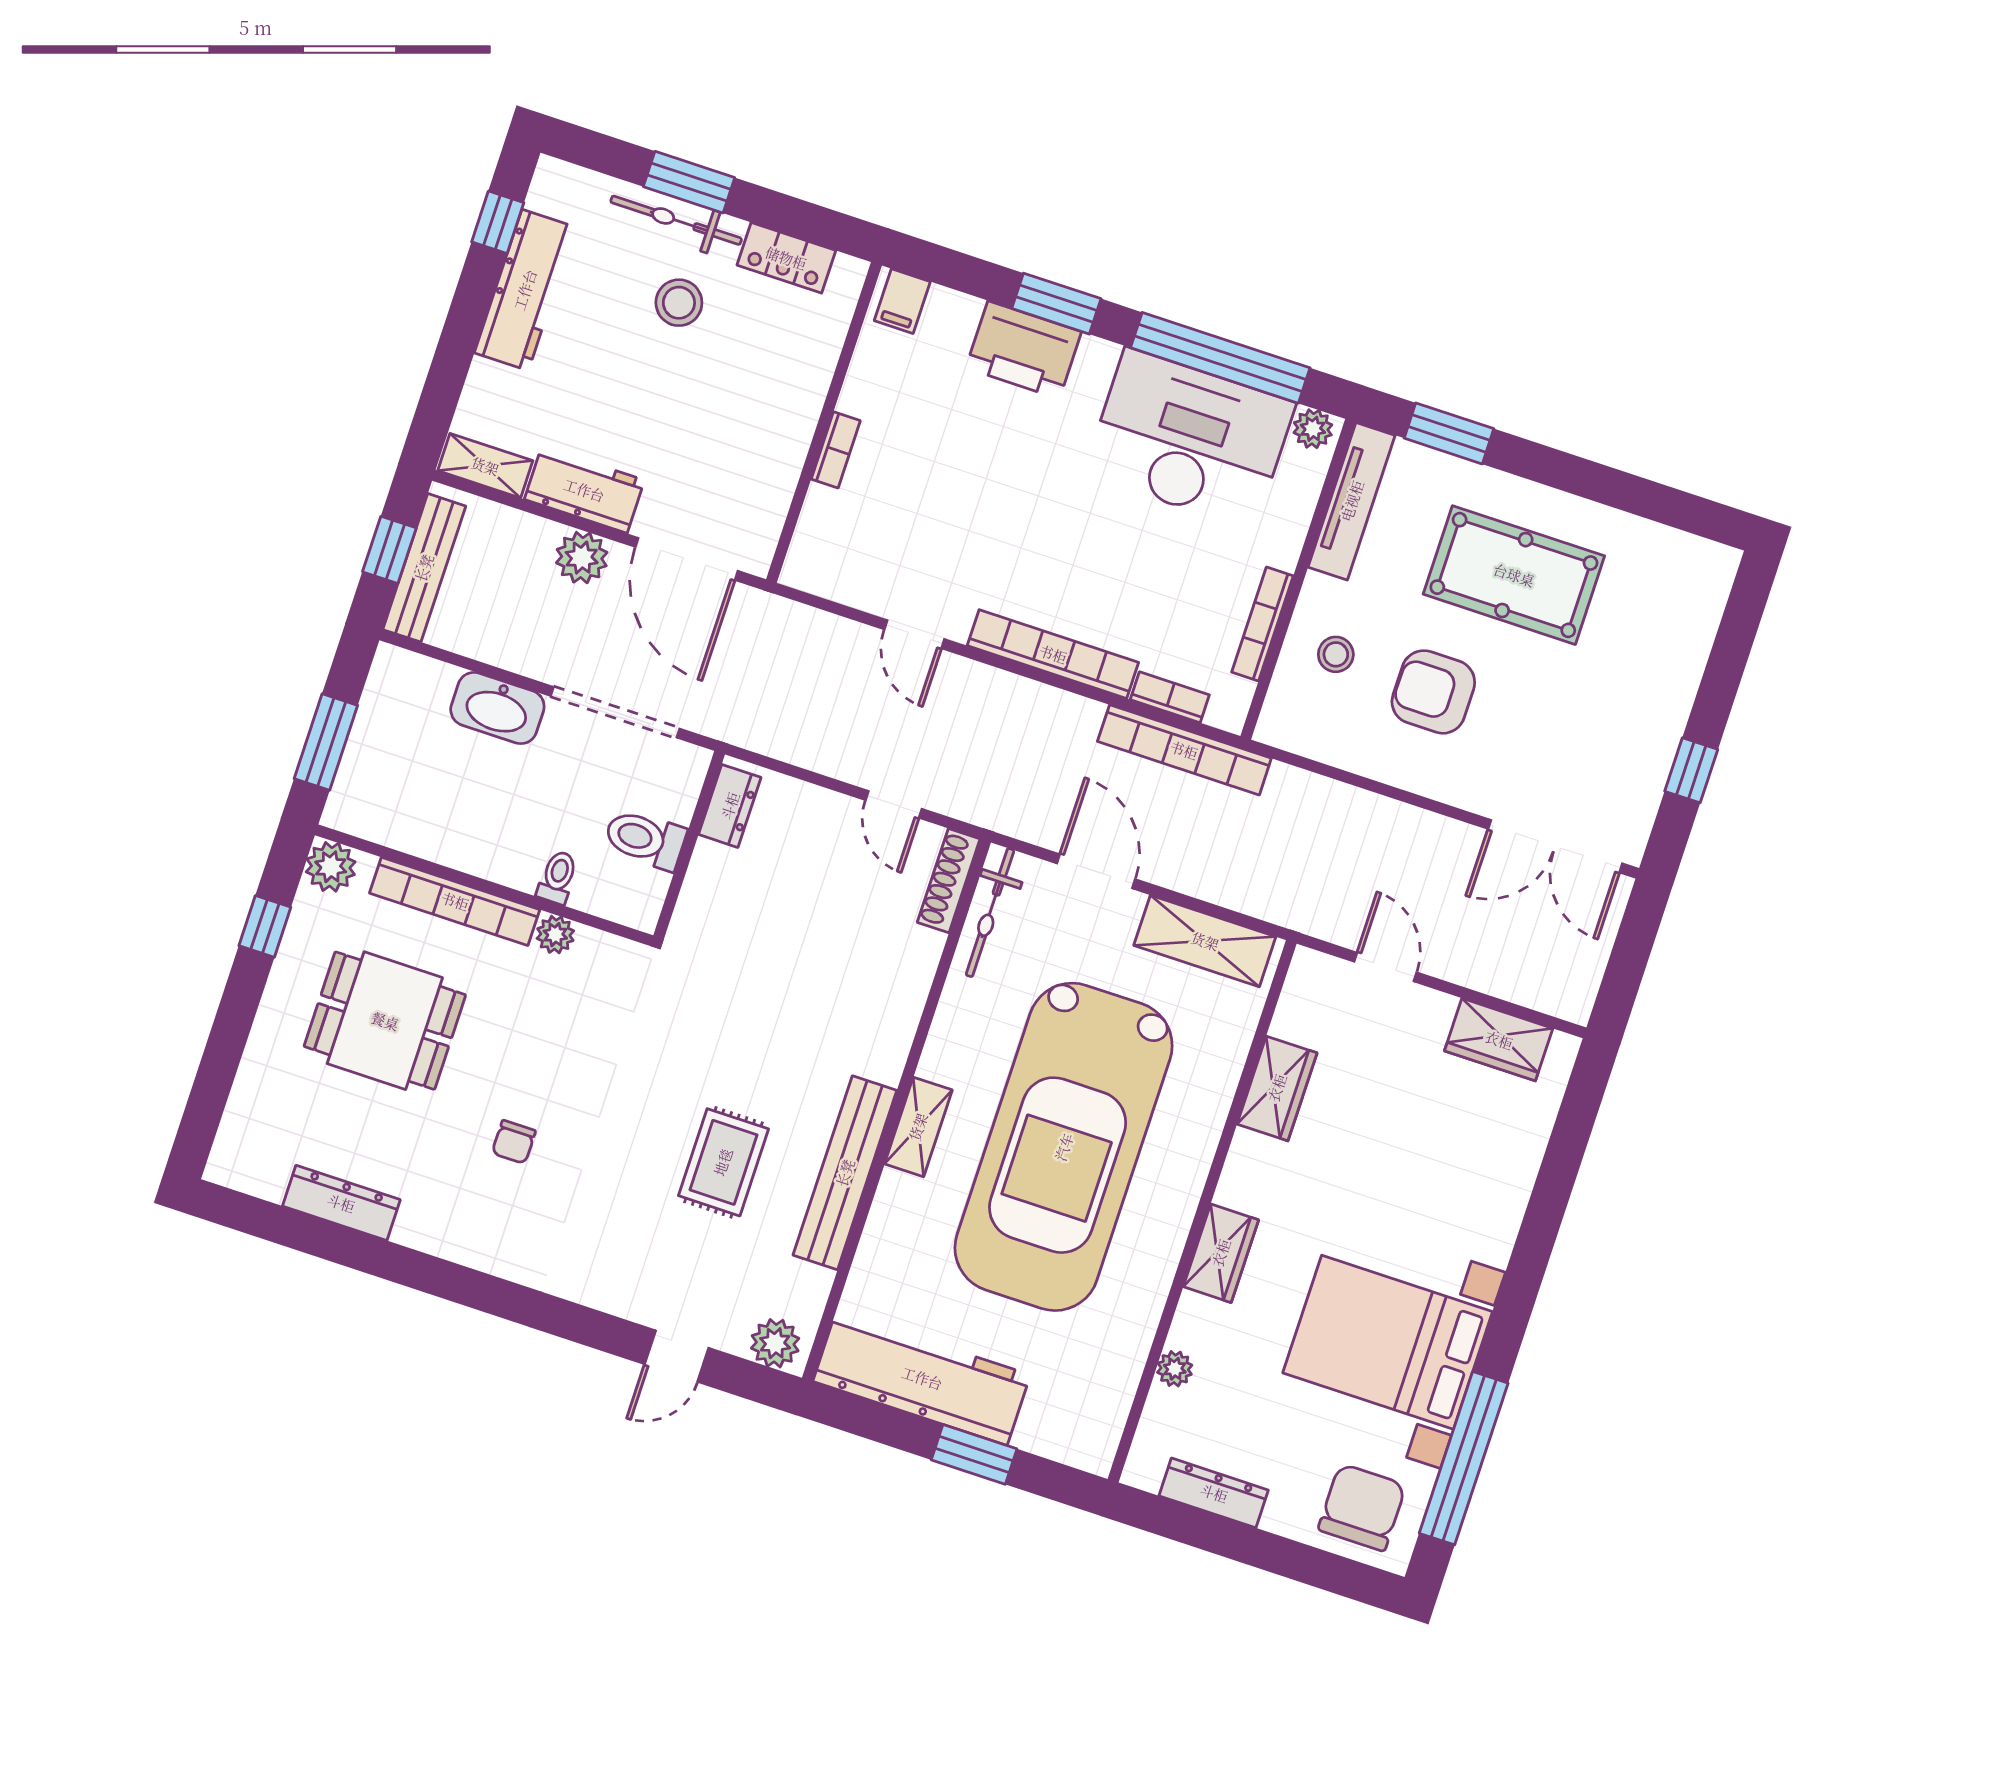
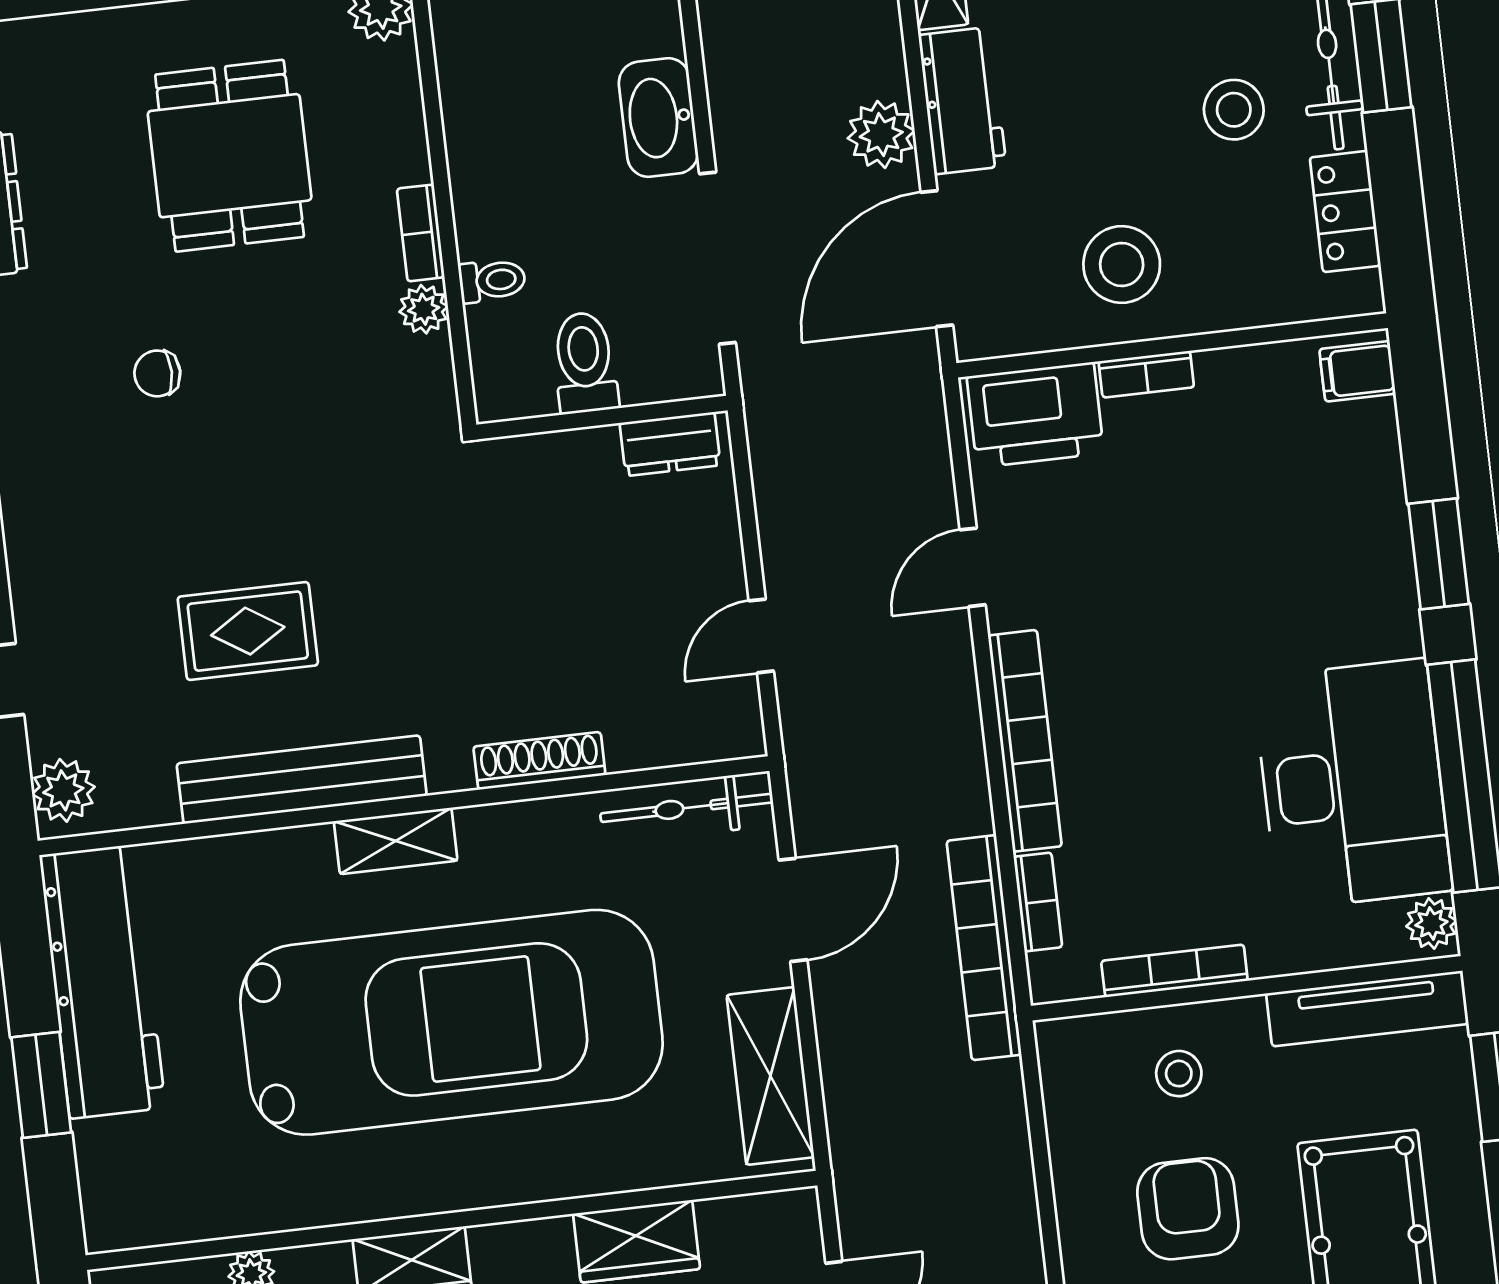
printer: (1024, 350) -> (1035, 415), moved, turned -90
stool: (751, 431) -> (1122, 265), added
shoe rack: (949, 881) -> (539, 761), moved
bookcase: (455, 901) -> (421, 233), width x0.43, depth x0.76
car: (1064, 1147) -> (452, 1022), turned 180

